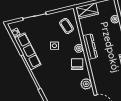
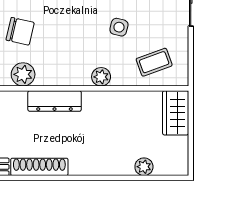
dresser: (90, 47) -> (55, 101), moved
chair: (77, 64) -> (20, 31), moved

